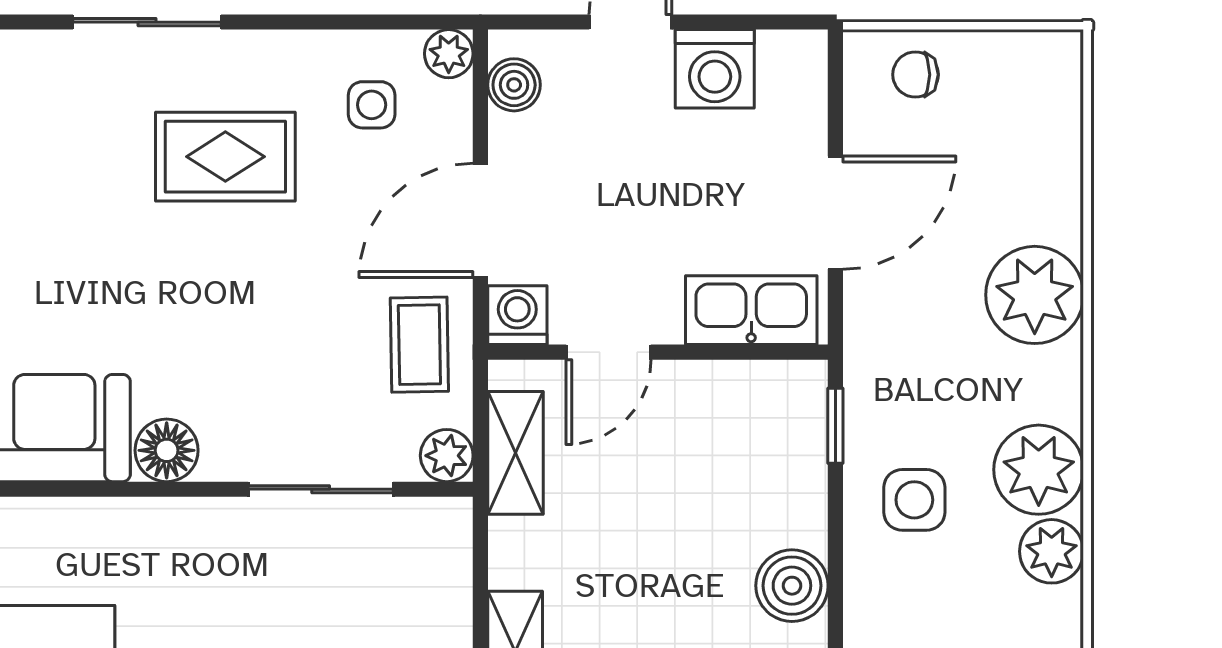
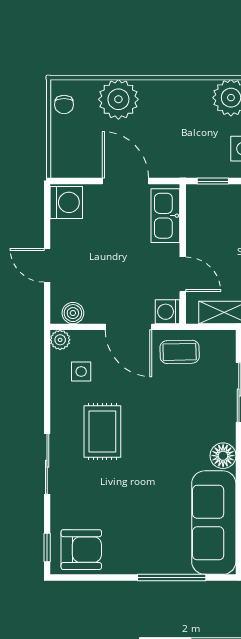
washing machine: (715, 69) -> (66, 202), moved
chair: (915, 75) -> (64, 105), moved
plant: (1035, 295) -> (118, 99), moved
plant: (447, 456) -> (225, 341), removed

